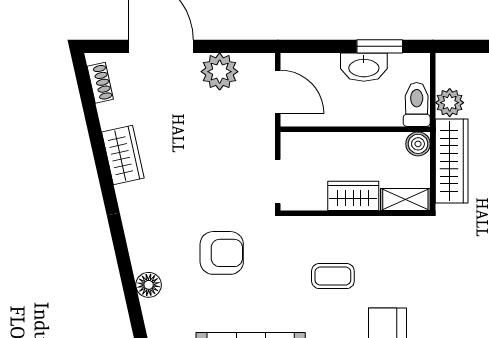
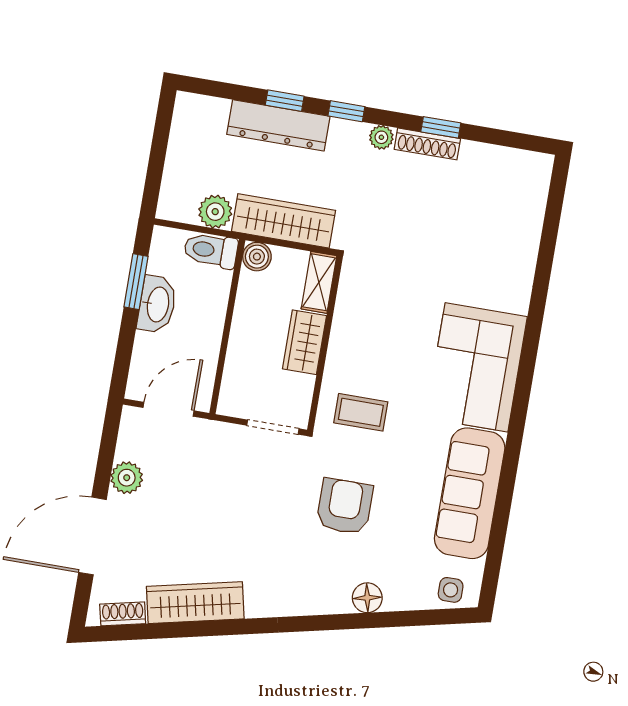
plant: (220, 72) -> (127, 478), width x0.73, depth x0.73
wardrobe: (123, 155) -> (195, 603), width x1.50
coffee table: (333, 276) -> (361, 412), moved, turned 90

